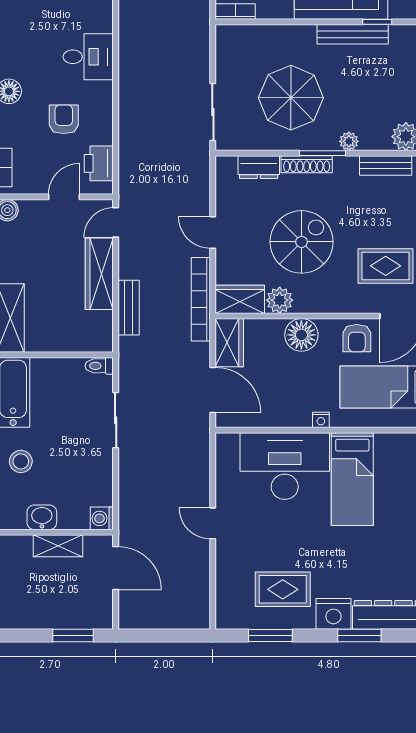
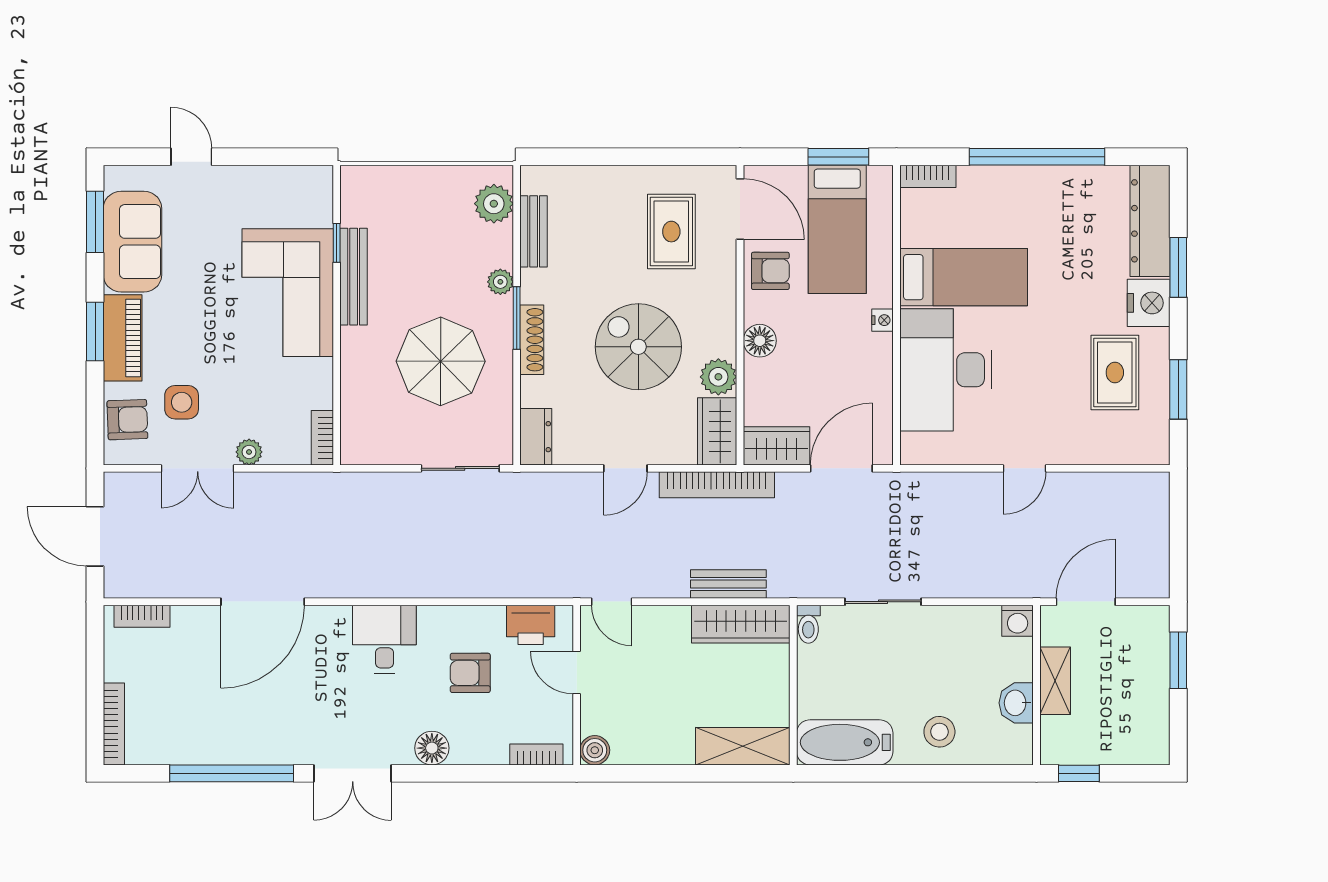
dresser: (259, 167) -> (536, 437), moved
wardrobe: (99, 274) -> (741, 624), moved
floor lamp: (301, 335) -> (760, 341), width x0.73, depth x0.73

